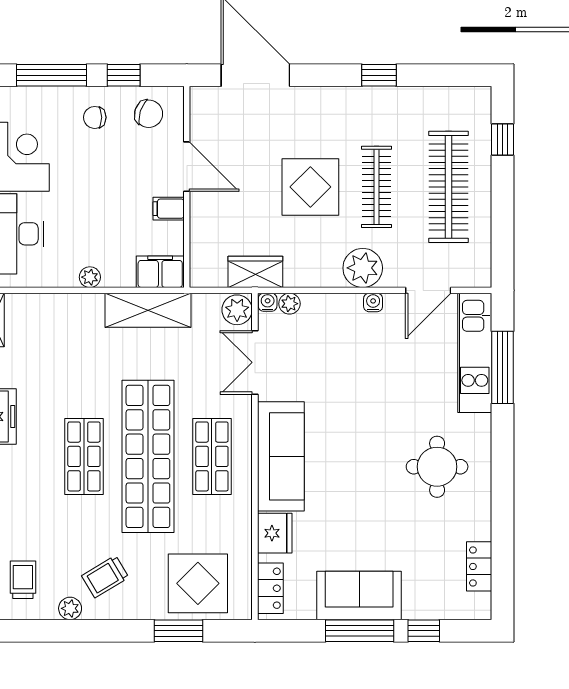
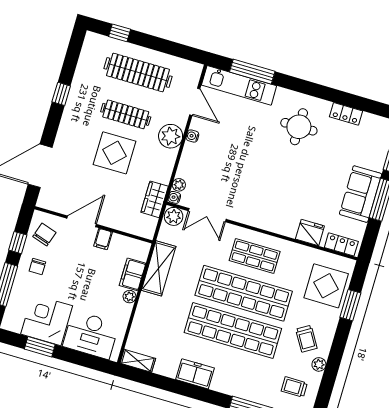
filing cabinet: (160, 272) -> (133, 274), moved
shop shelf: (84, 456) -> (233, 330), width x2.00, depth x1.36
sofa: (281, 456) -> (266, 216), removed
locker: (479, 566) -> (346, 114), moved

